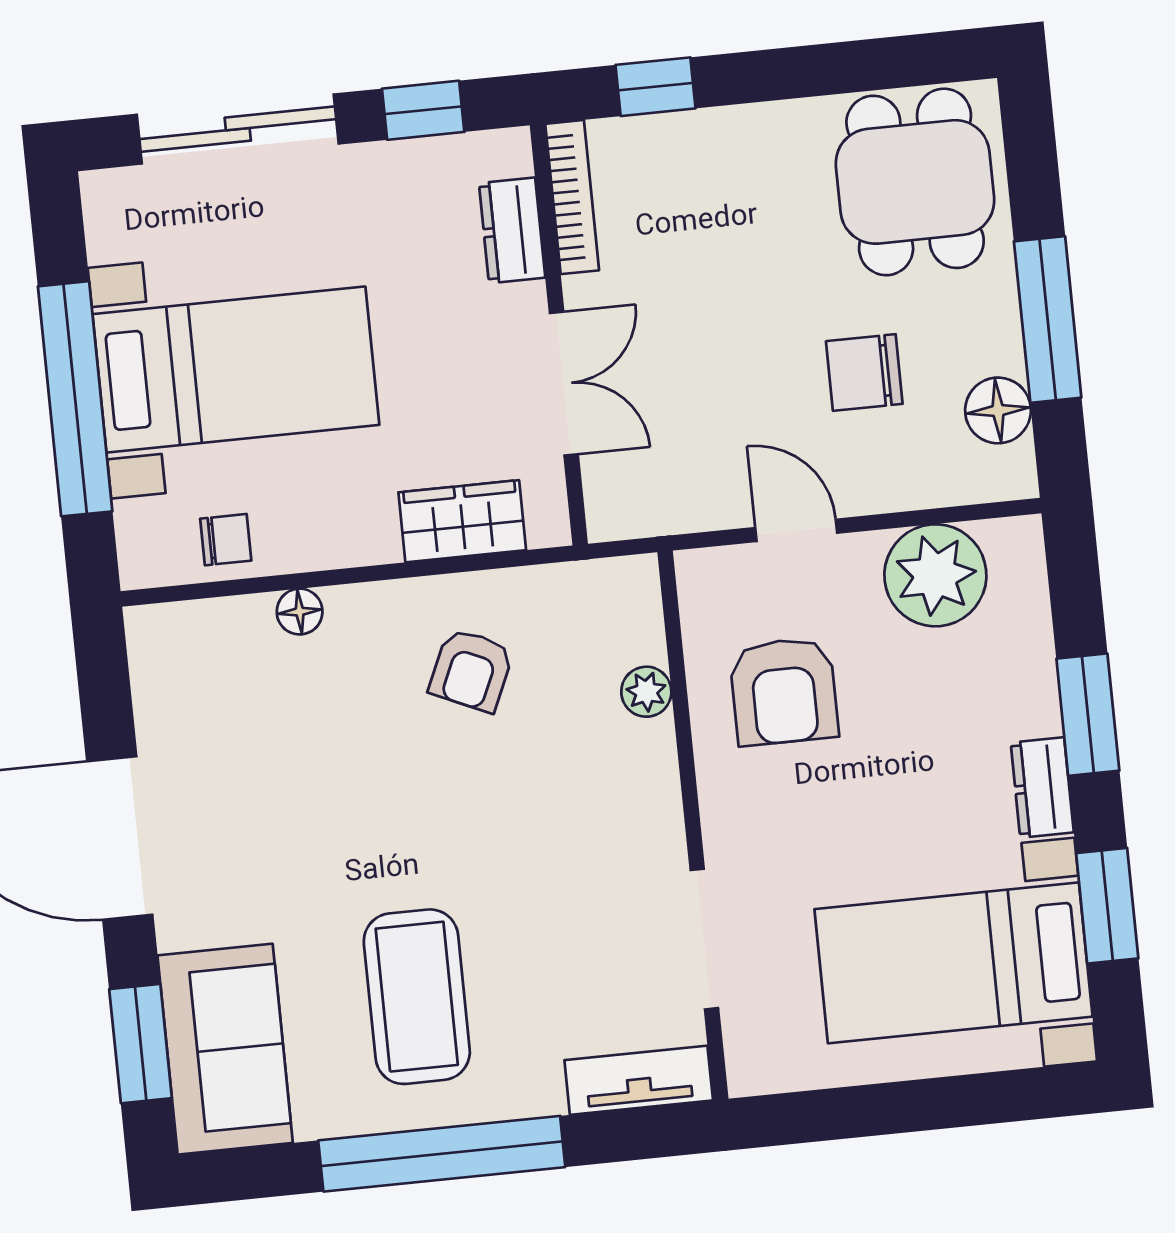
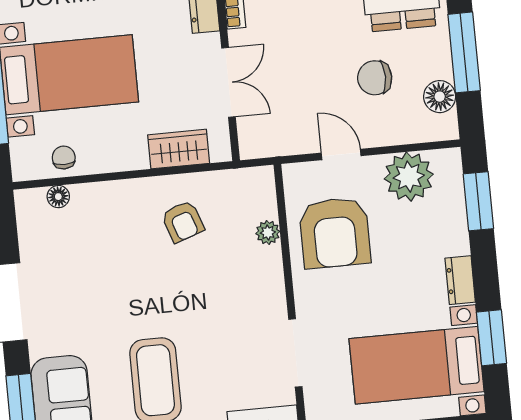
chair: (226, 540) -> (64, 157), turned -90
floor lamp: (300, 612) -> (58, 197), moved
armchair: (471, 670) -> (183, 222), turned -43
armchair: (784, 691) -> (335, 233), width x1.36, depth x1.36
window: (1088, 715) -> (478, 201), moved

